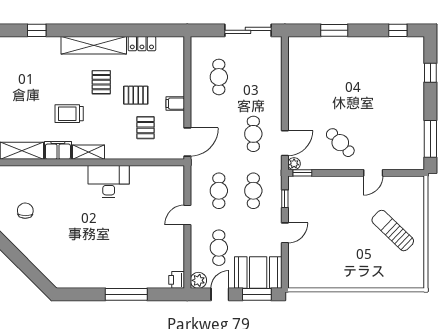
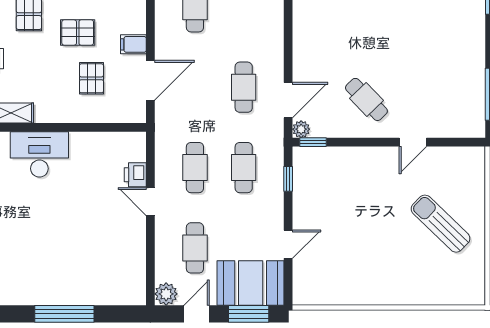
door: (187, 142) -> (150, 80), moved
door: (187, 215) -> (150, 202), hinge flipped
door: (285, 233) -> (288, 244), moved
printer: (177, 280) -> (135, 175), moved

